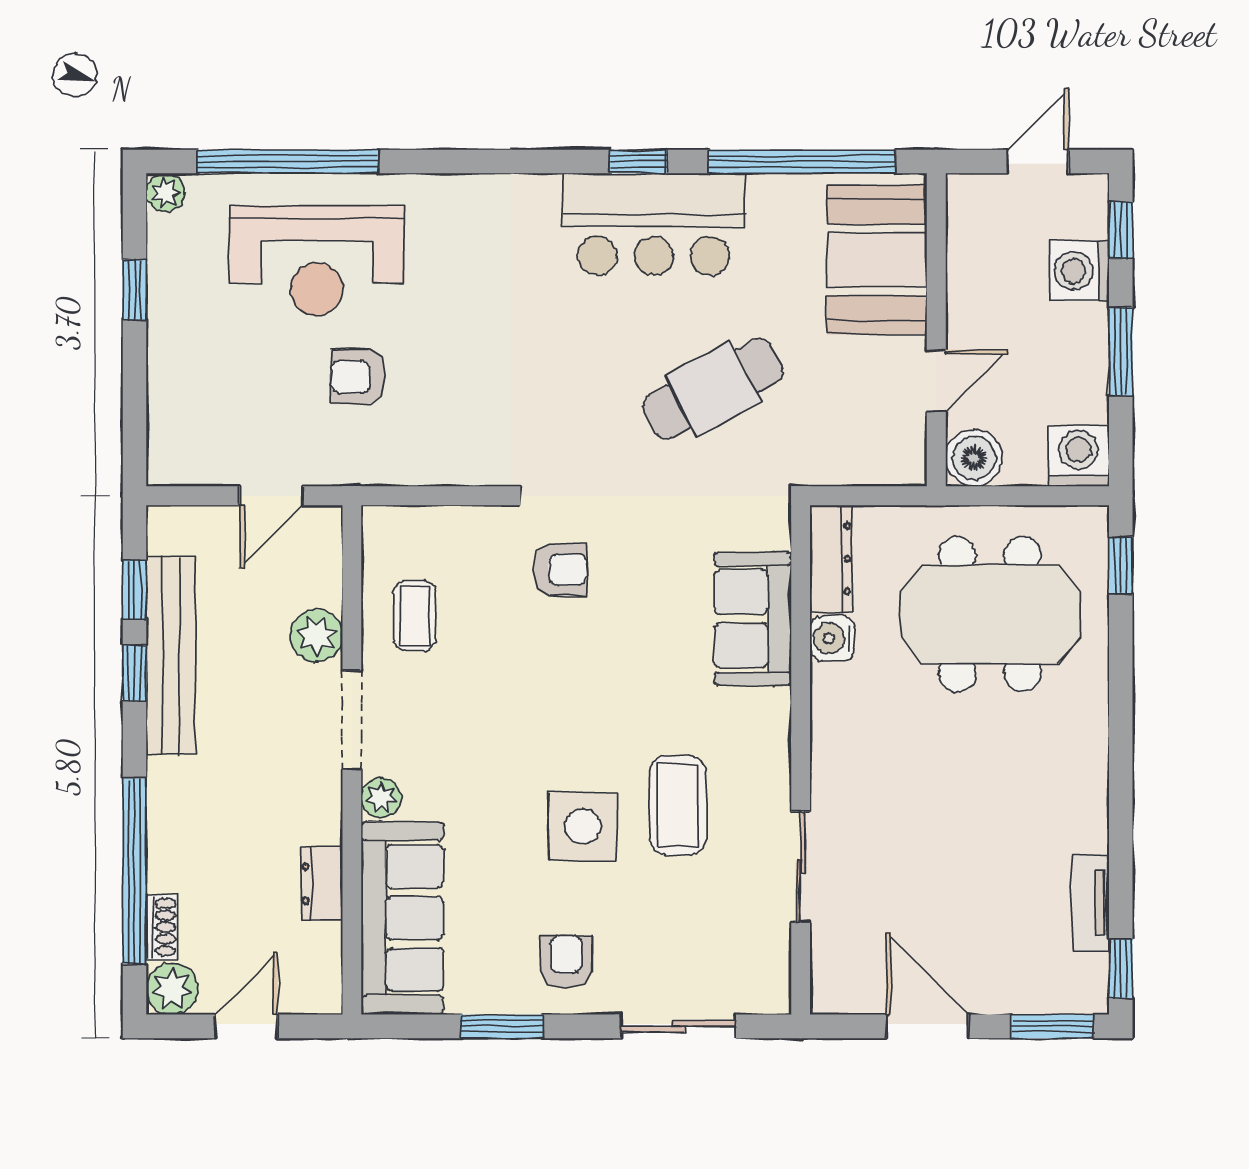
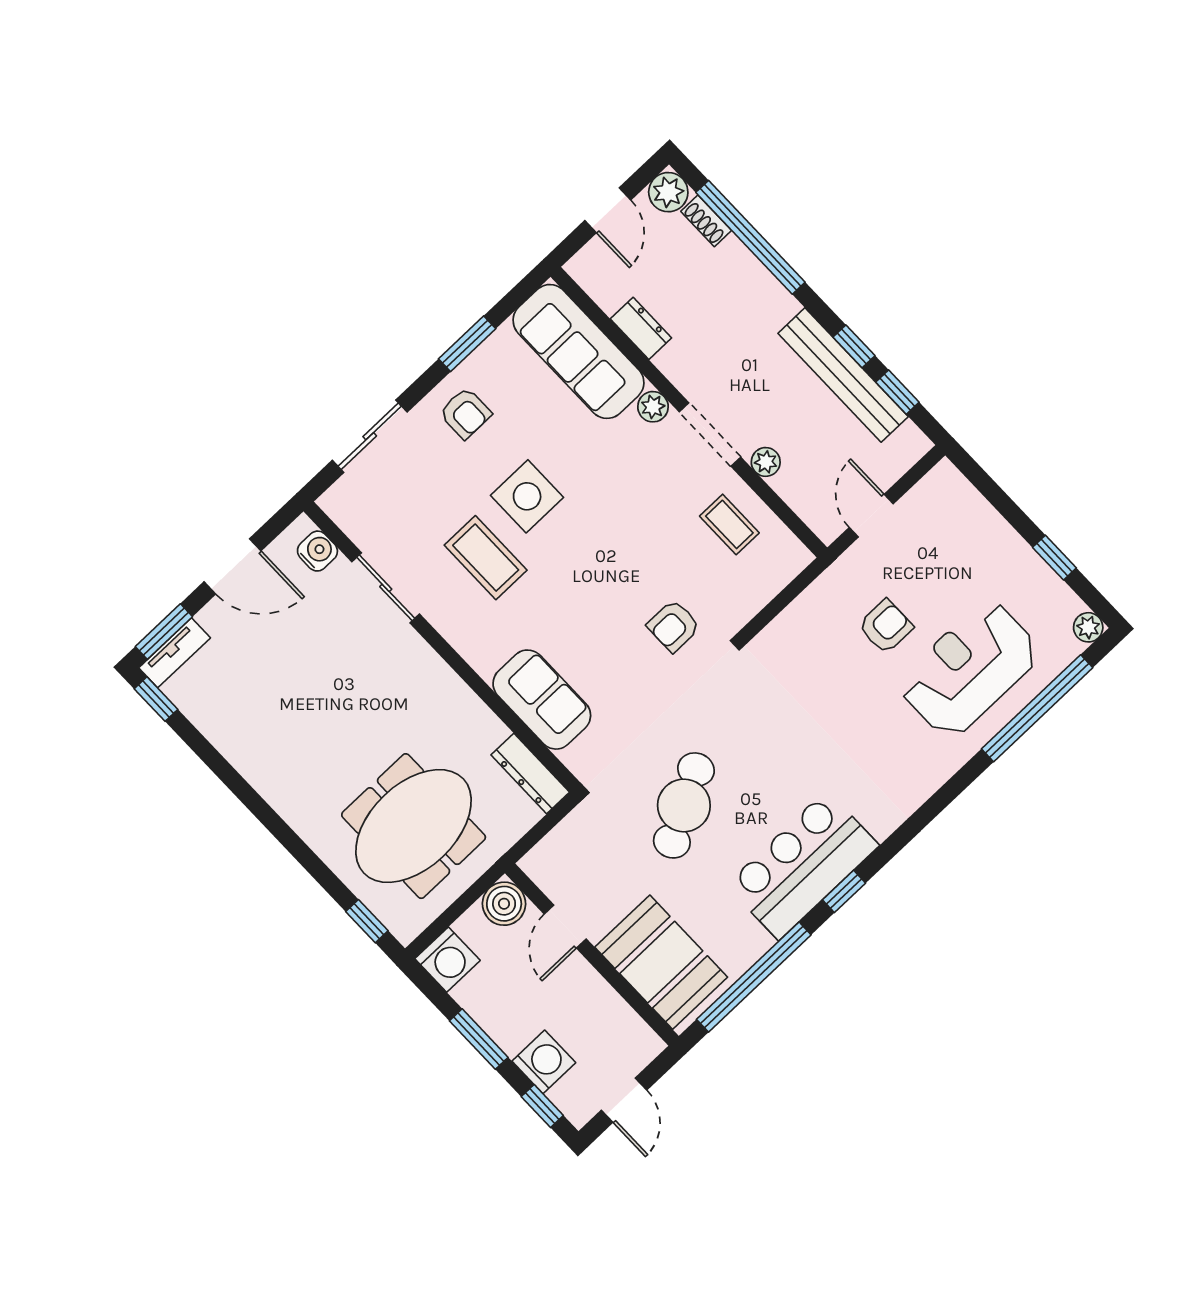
plant: (316, 636) -> (766, 462), width x0.73, depth x0.73
water cooler: (832, 638) -> (317, 551), moved
tv unit: (1091, 903) -> (175, 653), moved, turned 90

